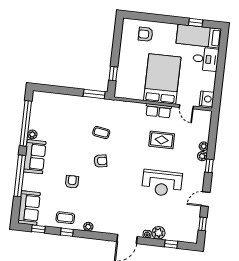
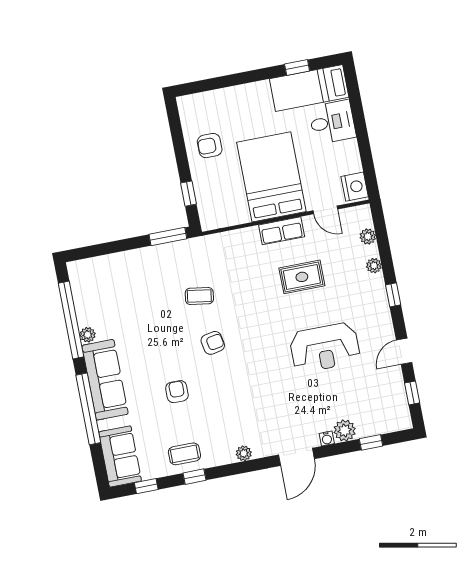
armchair: (146, 34) -> (210, 146), moved
plant: (202, 156) -> (368, 236), moved
sofa: (35, 157) -> (105, 380), width x1.36
plant: (88, 227) -> (244, 453), moved

